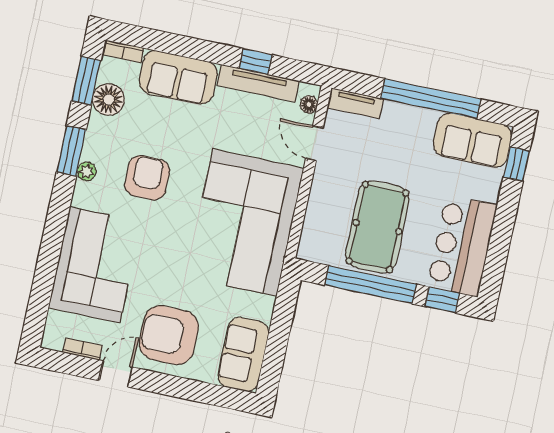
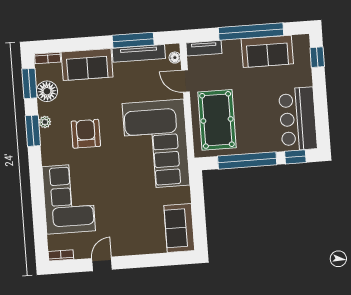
window: (256, 62) -> (133, 40), width x2.17
sofa: (472, 140) -> (267, 51), moved
plant: (87, 171) -> (45, 122), moved
pool table: (377, 227) -> (217, 120), moved
armchair: (169, 335) -> (129, 230), removed
bookcase: (83, 349) -> (61, 255), moved

